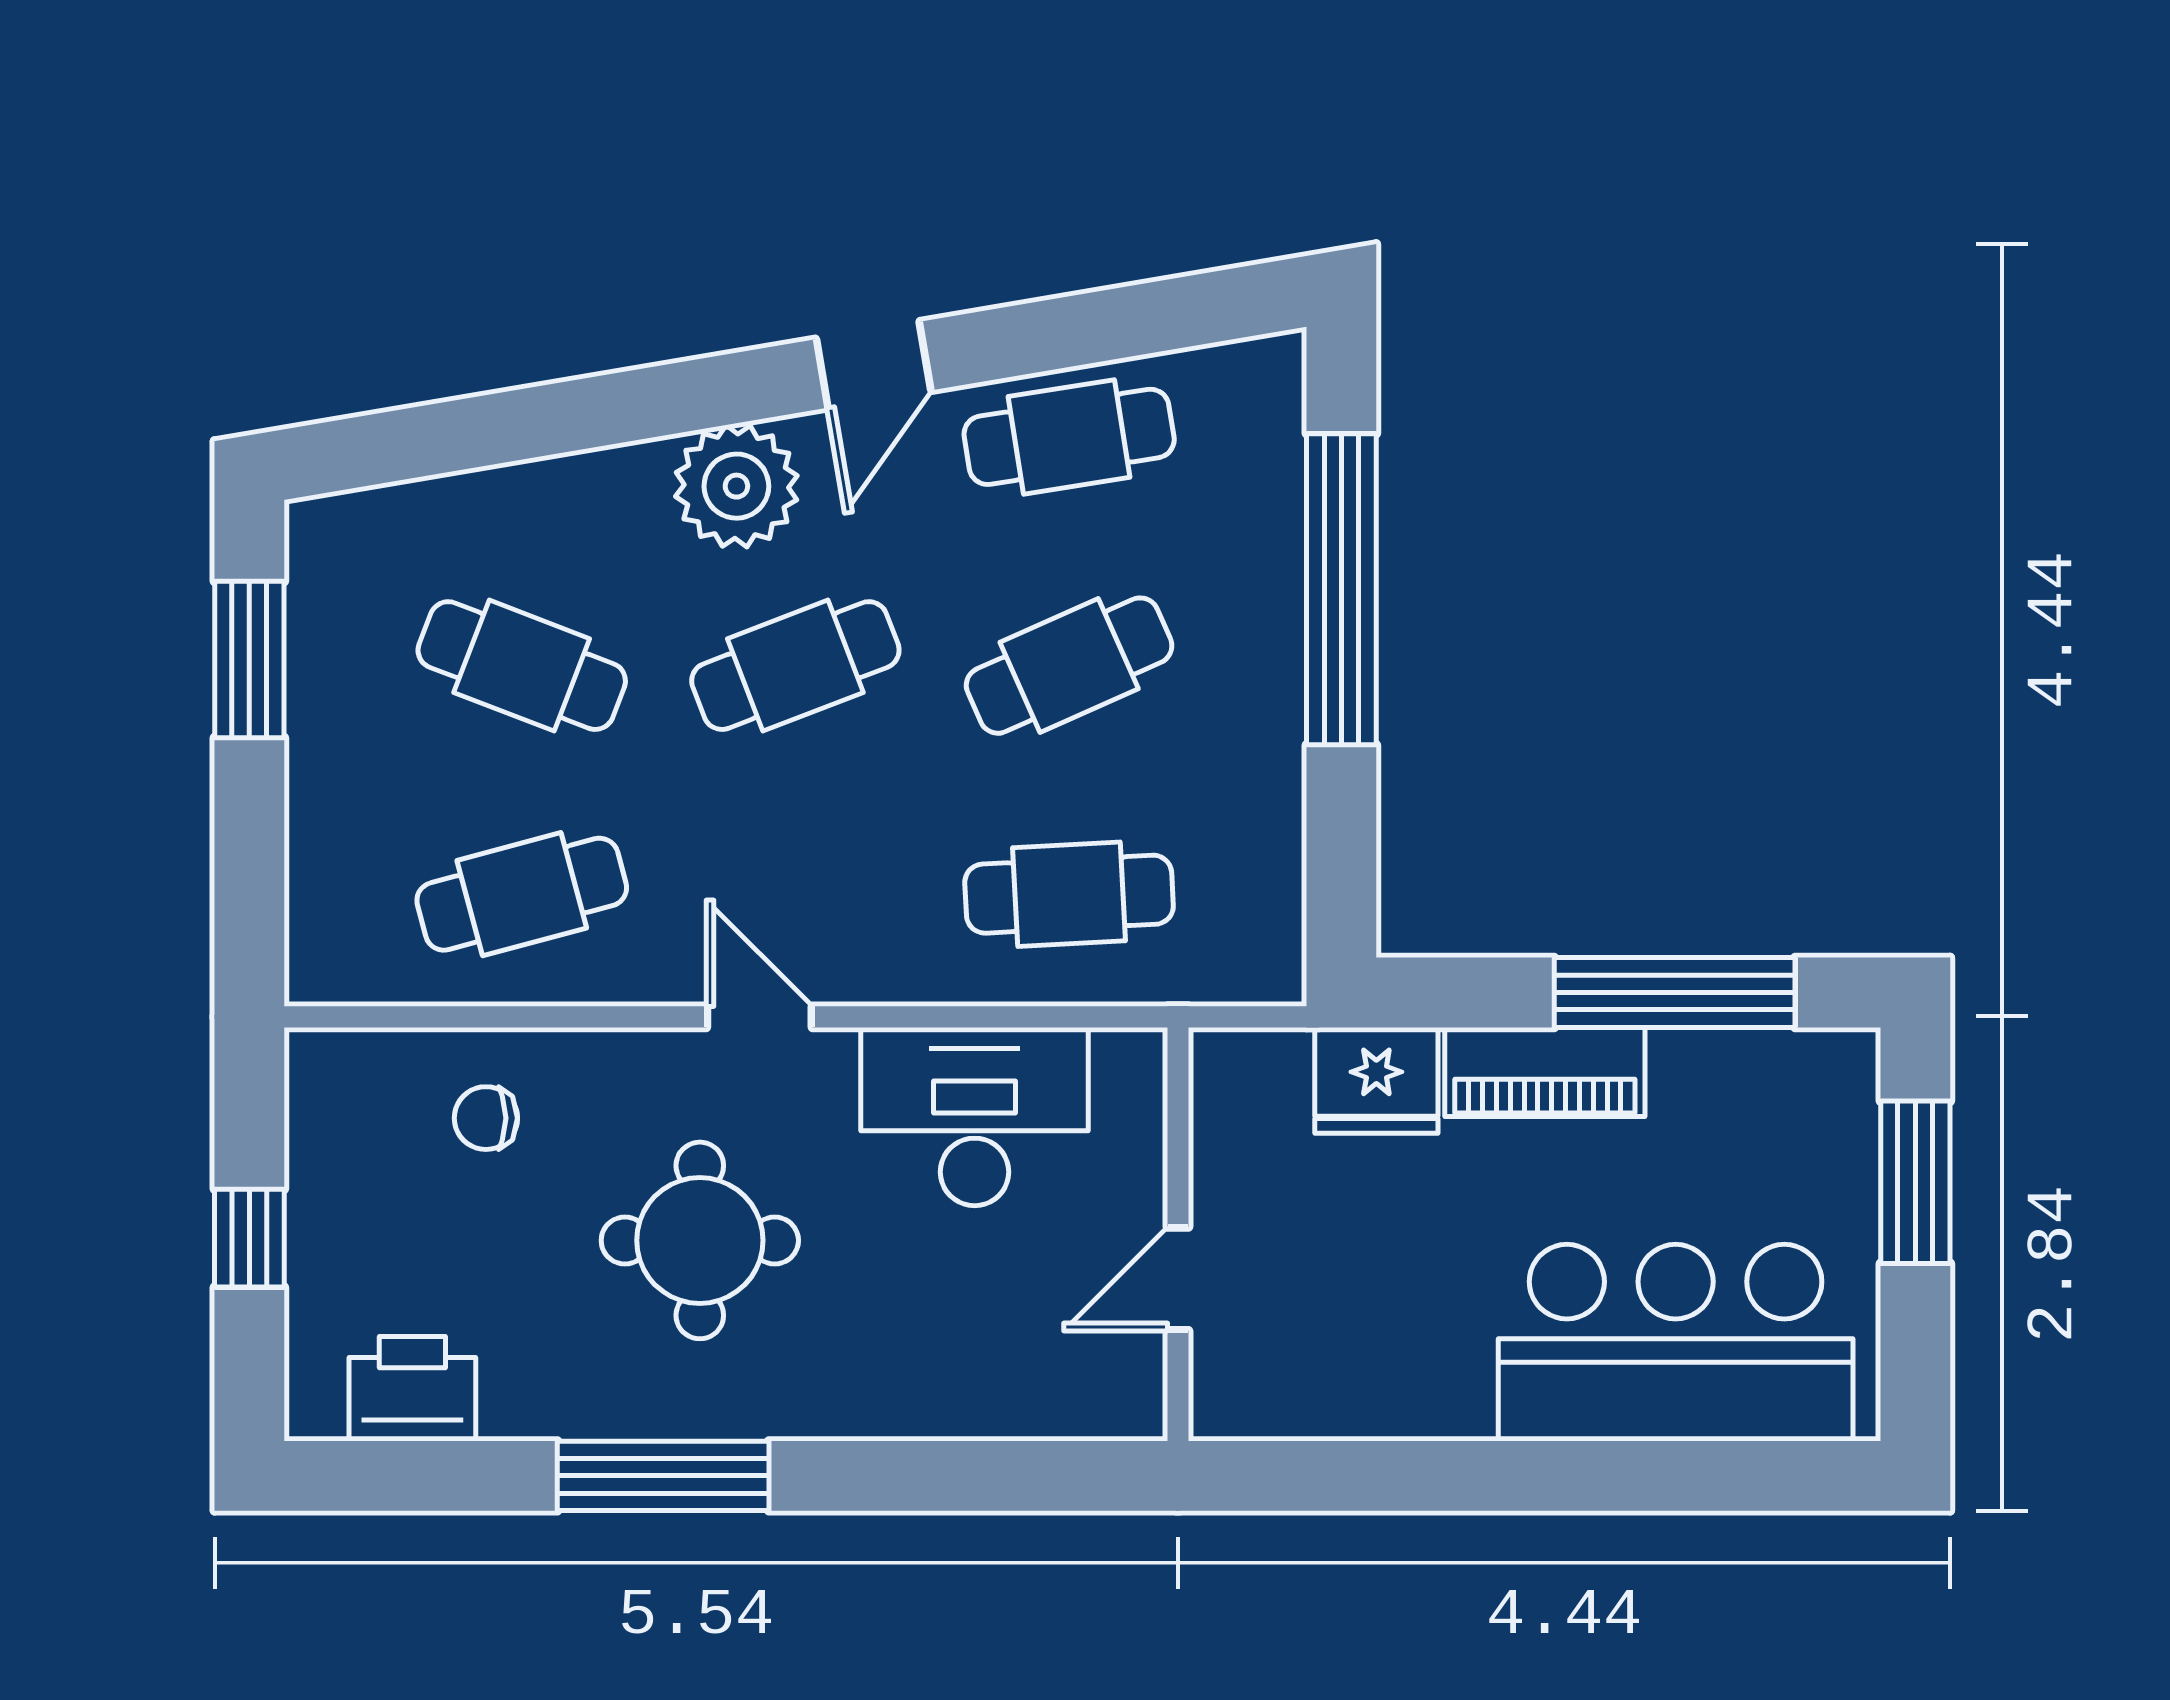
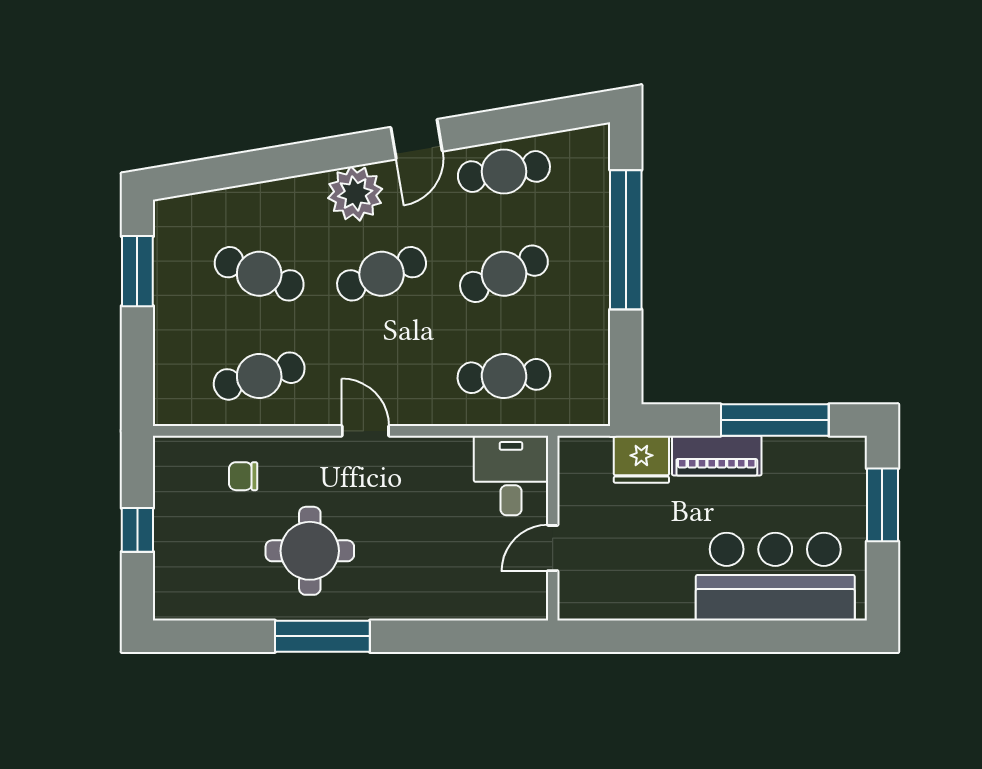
desk: (975, 1117) -> (511, 476), moved, width x0.73
round table: (700, 1240) -> (310, 551), moved
printer: (412, 1389) -> (210, 597), removed

